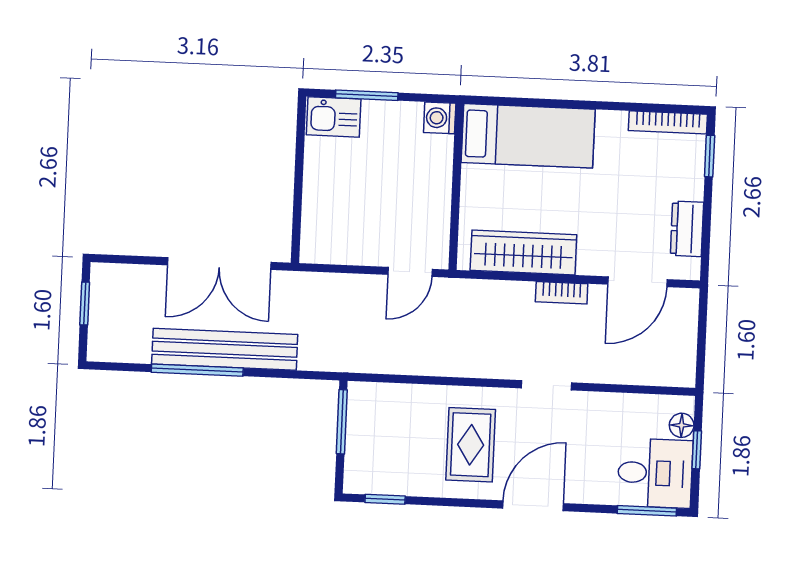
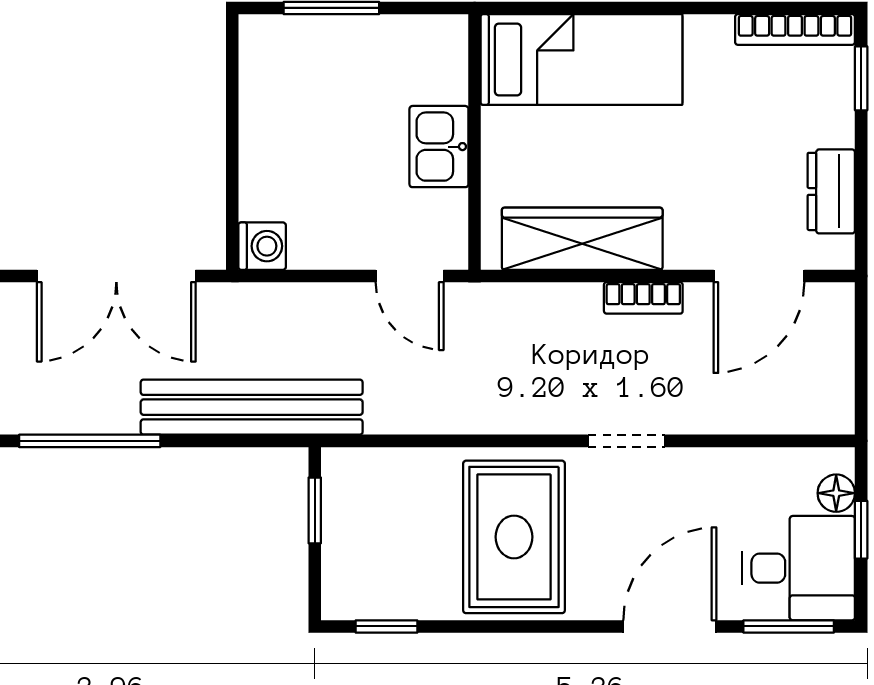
kitchen sink: (334, 117) -> (439, 147), moved, turned 90
washing machine: (440, 118) -> (262, 246), moved, turned 180
door: (410, 272) -> (410, 276), hinge flipped
bench: (225, 349) -> (252, 407), moved
window: (342, 422) -> (315, 510), width x0.67
rug: (471, 445) -> (514, 537), width x1.36, depth x1.43
door: (533, 506) -> (670, 626), moved

